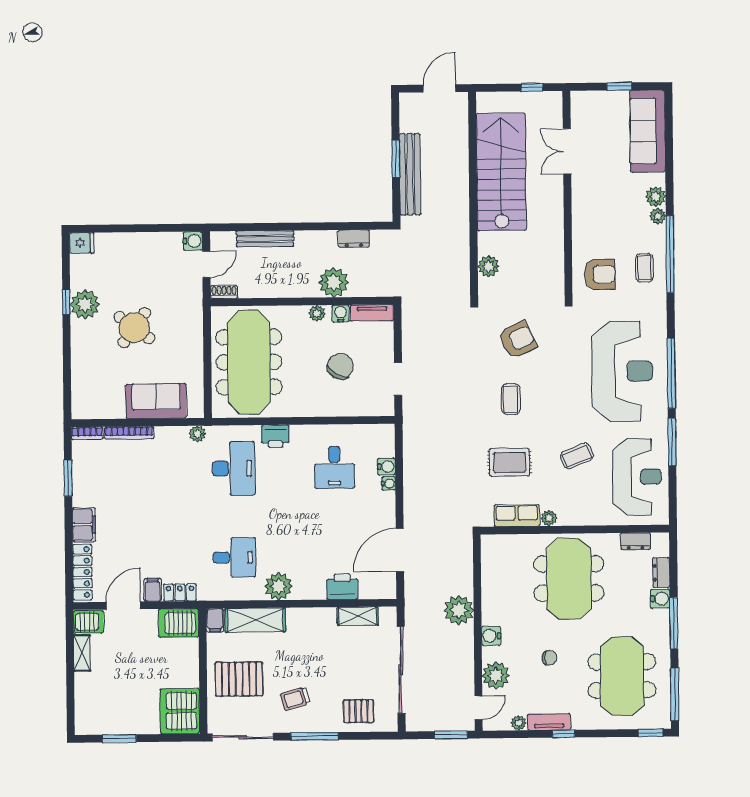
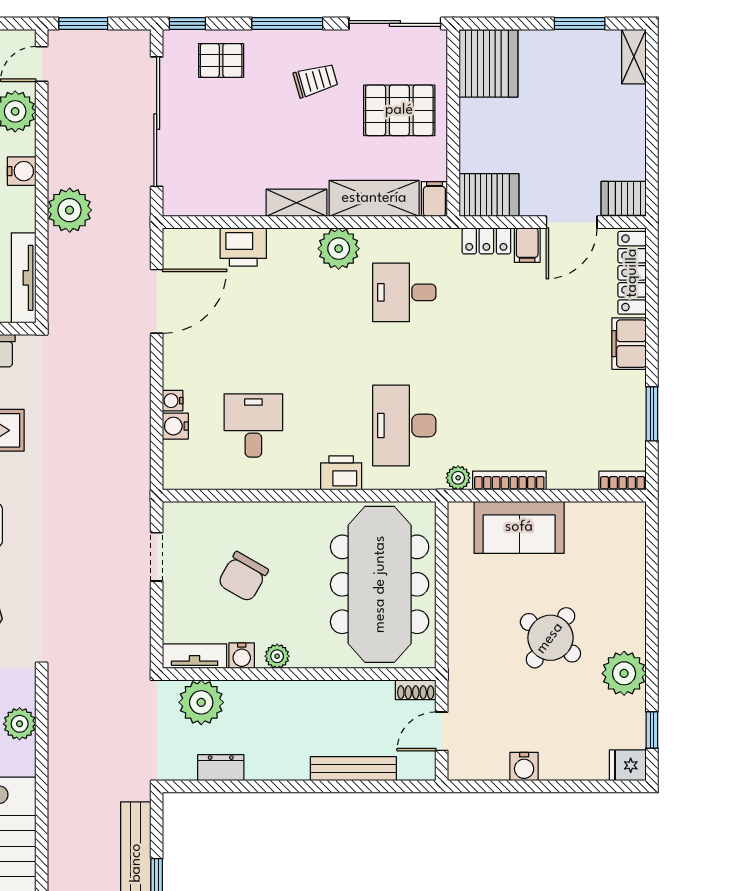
water cooler: (193, 241) -> (524, 767), moved, turned -90
plant: (334, 282) -> (201, 702), moved
window: (66, 302) -> (652, 730), moved
bookcase: (129, 433) -> (509, 481), moved
tv unit: (489, 564) -> (24, 278), added
shelving: (358, 616) -> (296, 203), moved
shelving: (82, 653) -> (634, 57), moved
window: (381, 736) -> (187, 23), added

